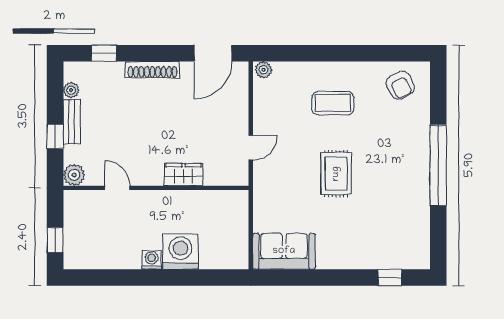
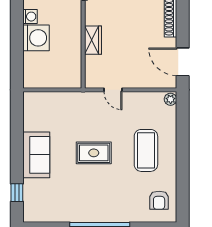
armchair: (400, 85) -> (159, 200), turned -64
coffee table: (333, 103) -> (146, 150), width x1.36, depth x1.32
sofa: (284, 251) -> (36, 155), moved

